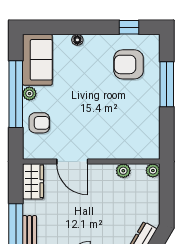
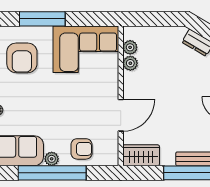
armchair: (39, 123) -> (82, 149), turned 90
corner sofa: (137, 127) -> (86, 49), added
plant: (153, 171) -> (130, 47), moved

